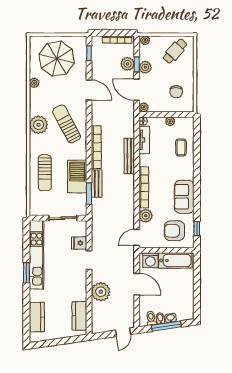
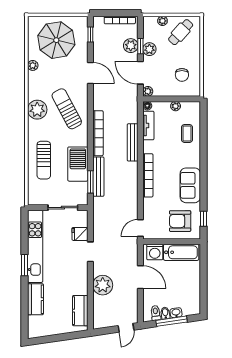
plant: (145, 40) -> (162, 21), moved
bench: (97, 183) -> (98, 177), width x1.36
plant: (146, 216) -> (150, 205), removed
kitchen counter: (37, 317) -> (35, 299), moved

